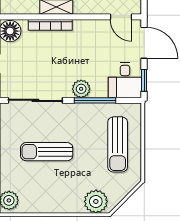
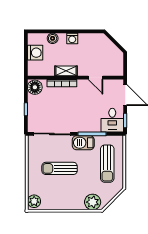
door: (121, 17) -> (95, 78), moved
plant: (81, 89) -> (83, 126), removed
barbecue: (82, 113) -> (83, 143), added

